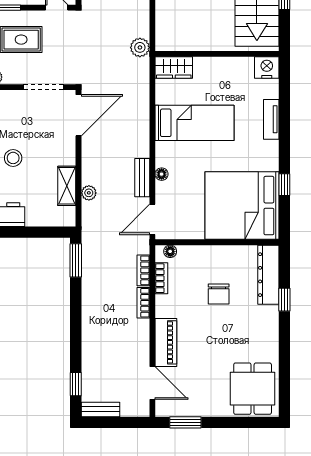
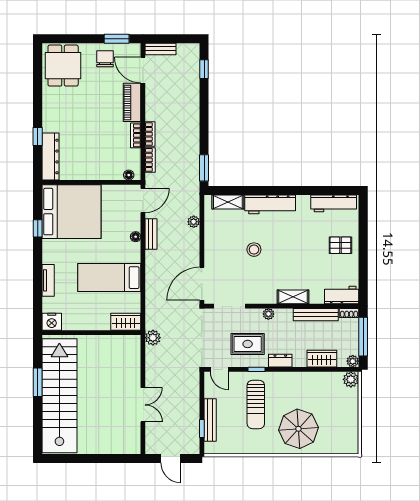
shelving: (67, 186) -> (228, 202), moved, turned 90
bookcase: (161, 278) -> (136, 135), moved
chair: (219, 294) -> (105, 59), moved
bench: (100, 409) -> (160, 49), moved

